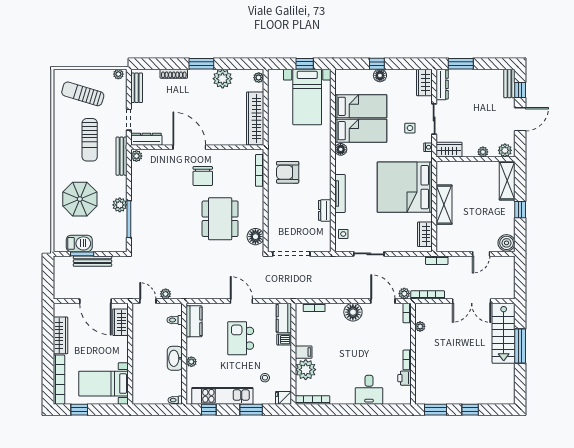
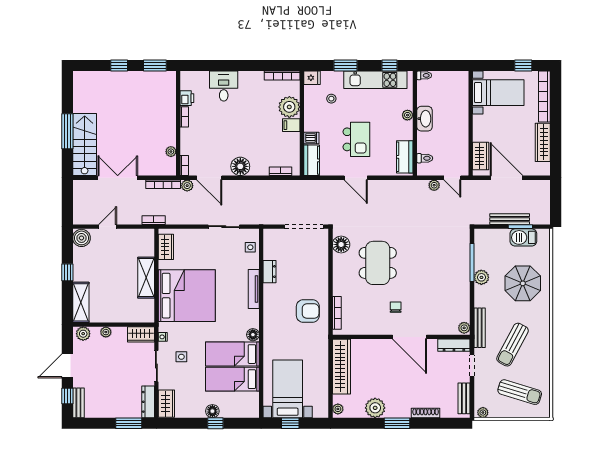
sun lounger: (90, 140) -> (513, 345), turned -152
chair: (203, 176) -> (396, 307), width x0.54, depth x0.54

